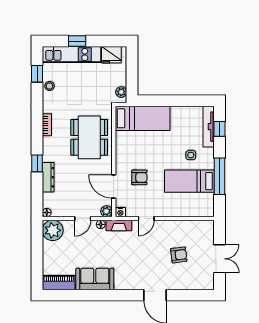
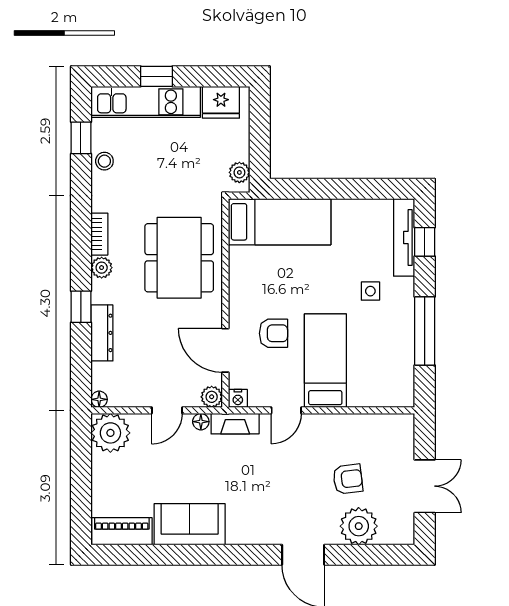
plant: (48, 143) -> (102, 268), added
bed: (189, 181) -> (325, 361), moved, turned 90
plant: (185, 280) -> (359, 526), added

